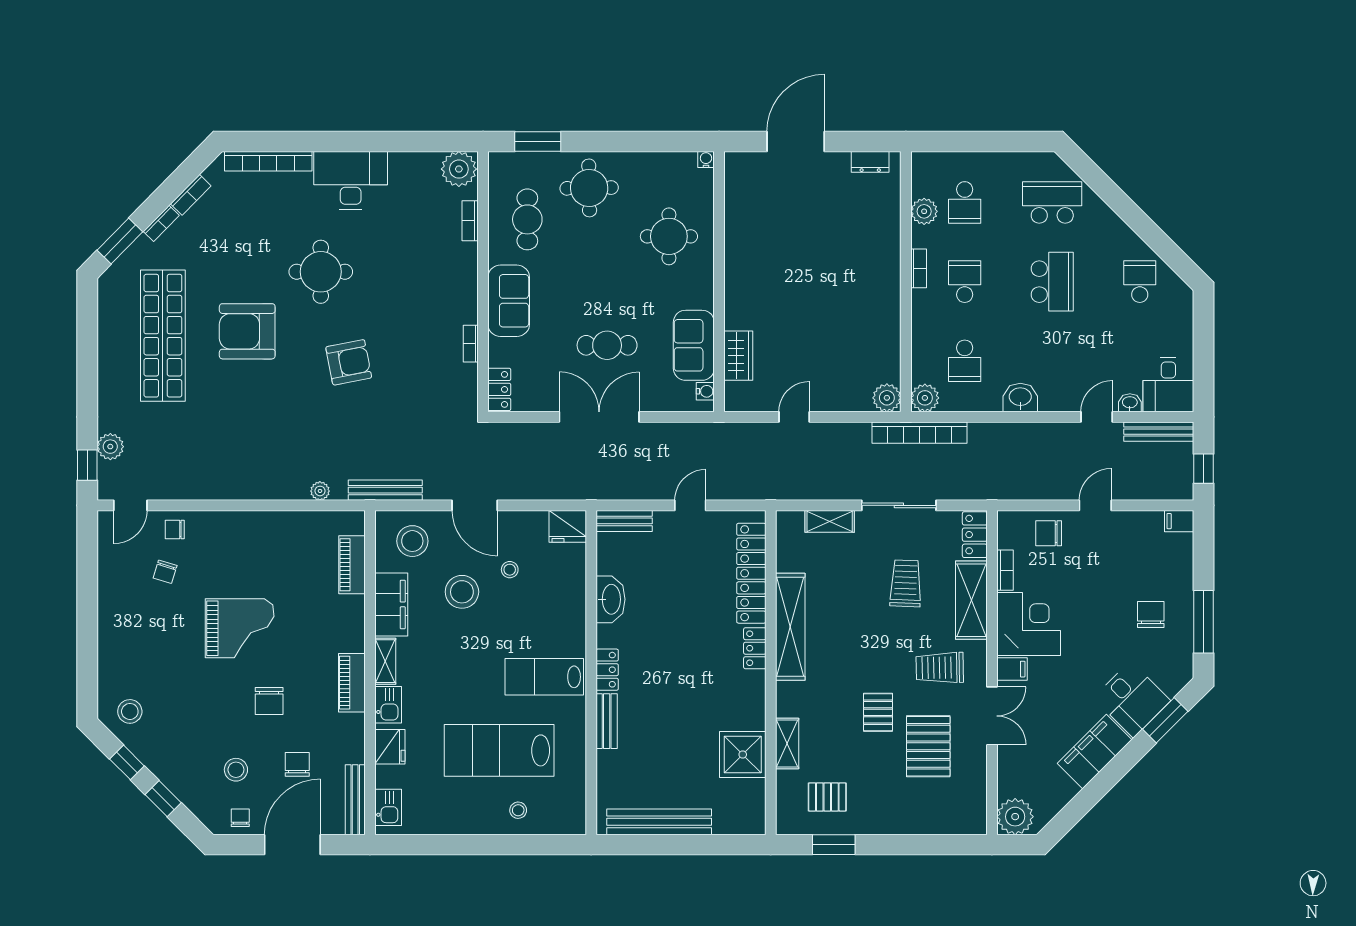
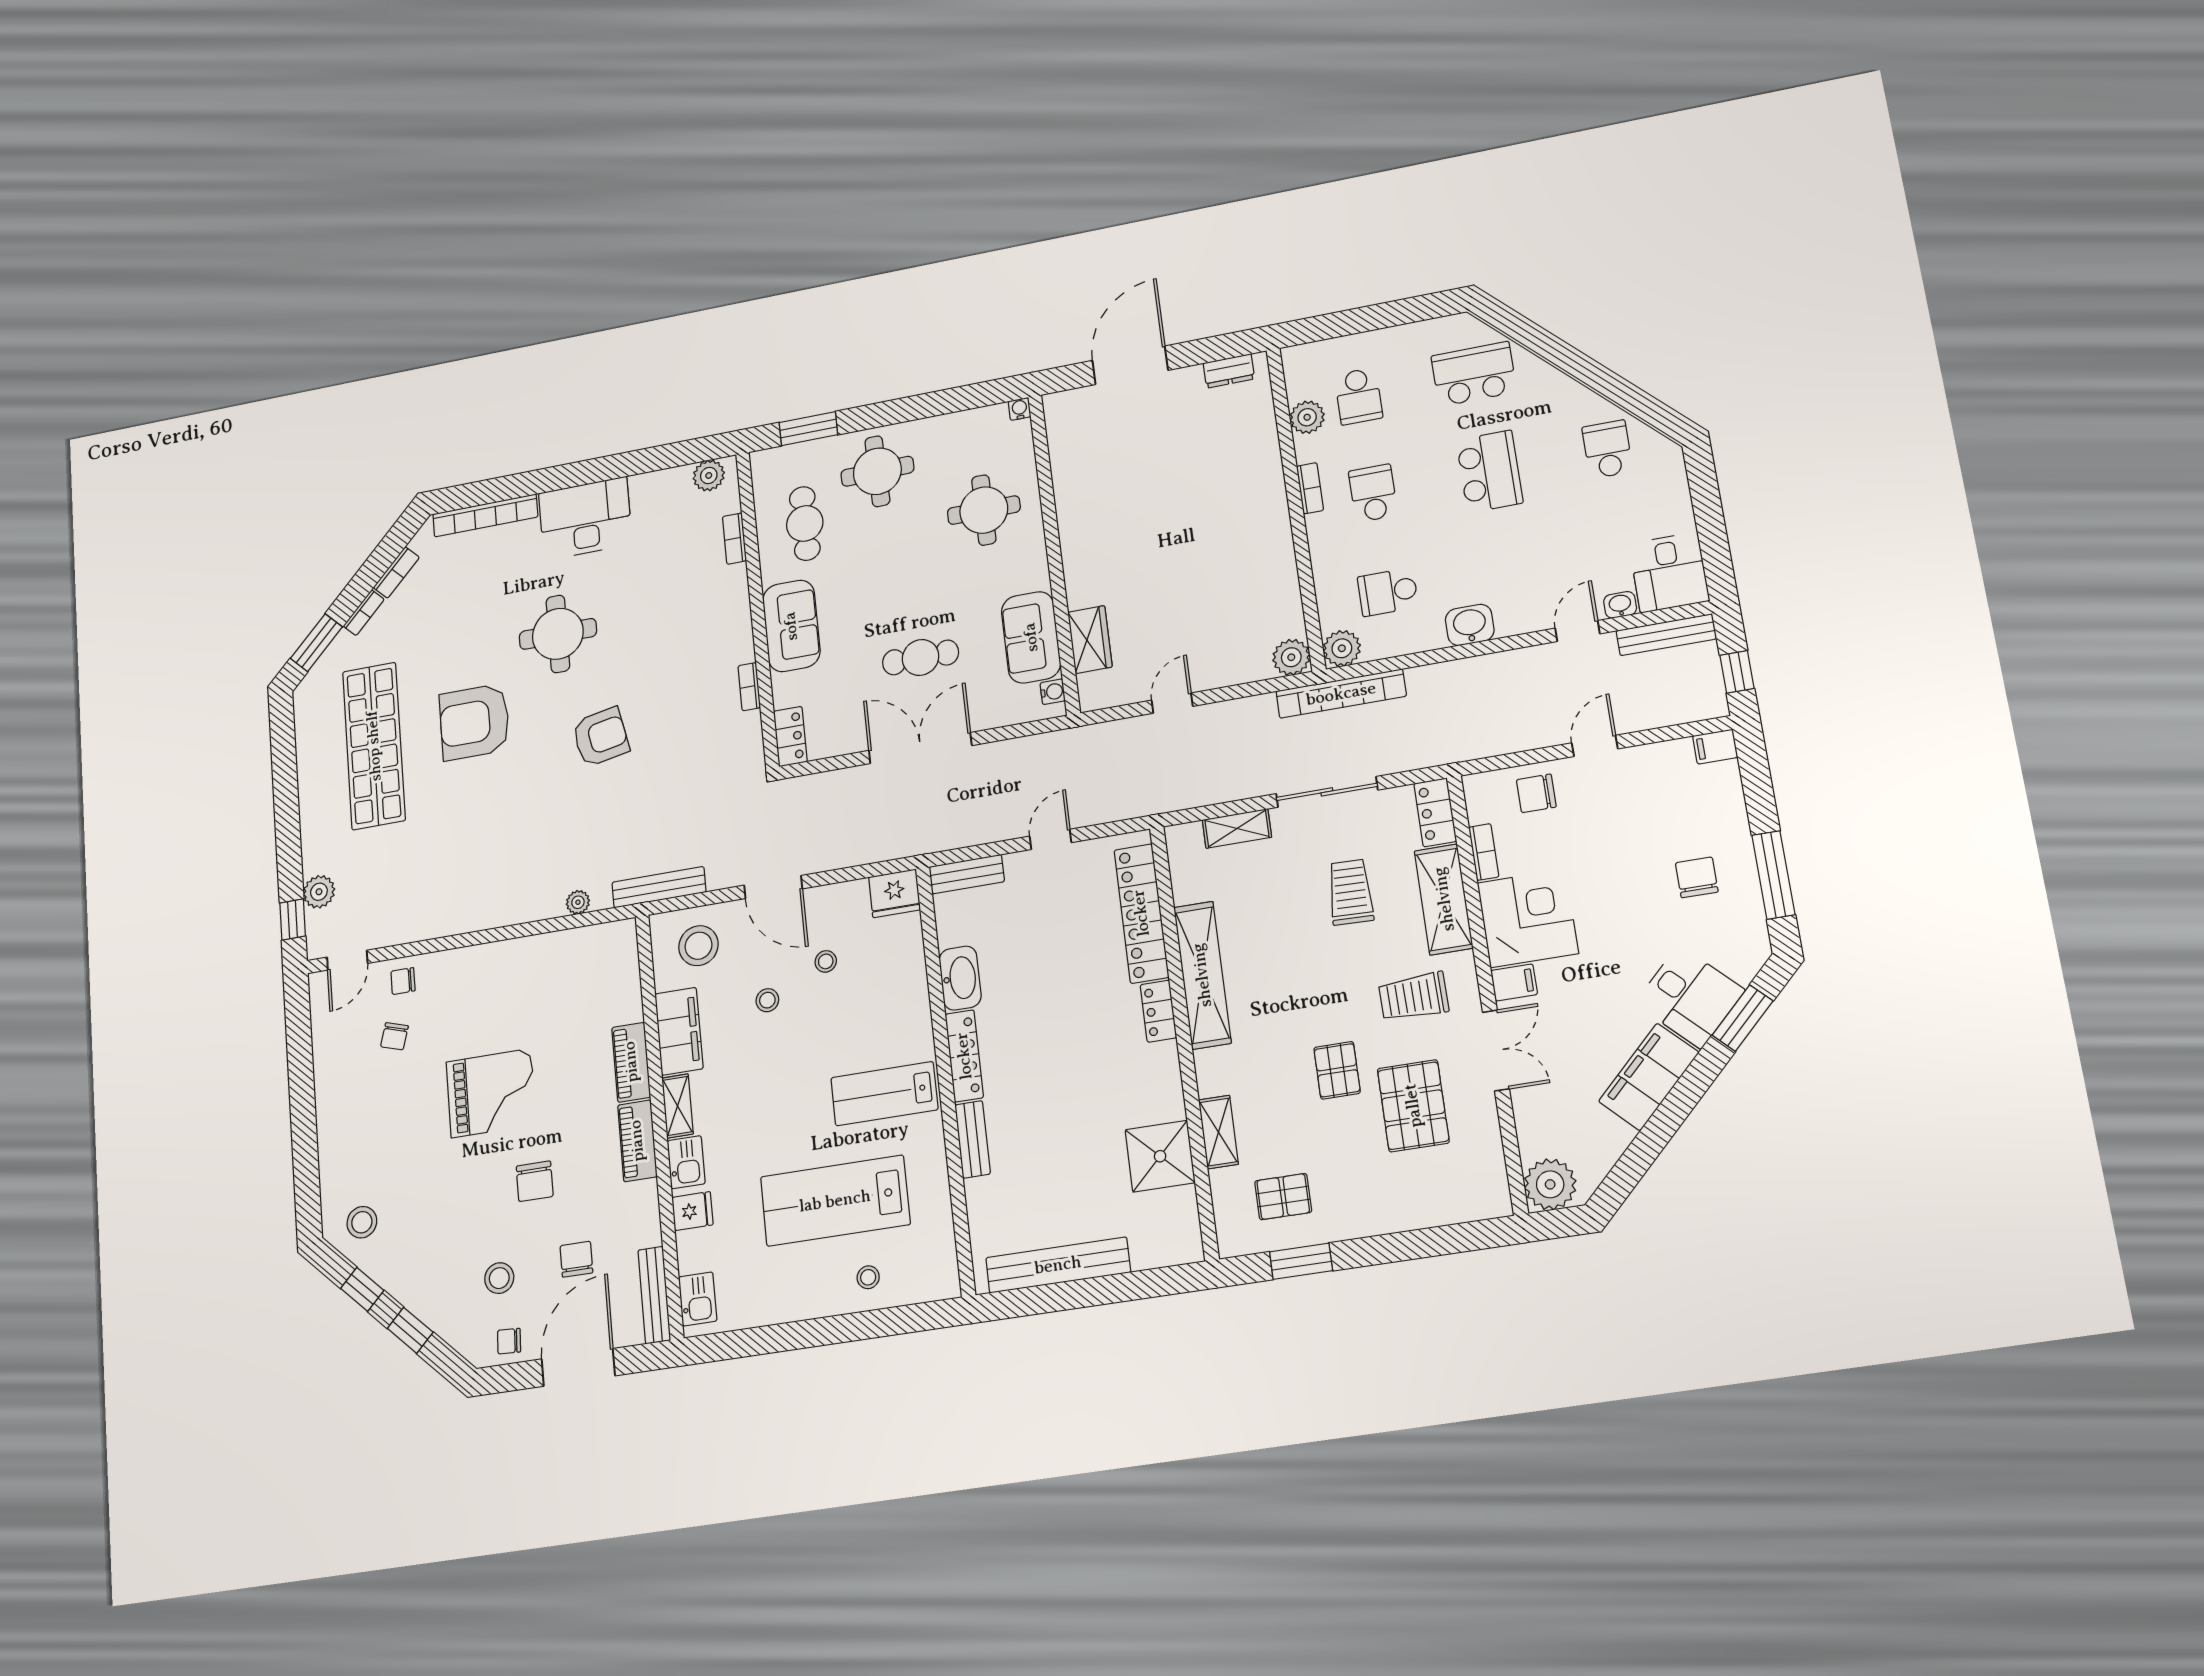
plant: (459, 169) -> (709, 475), width x0.73, depth x0.73
school desk: (965, 361) -> (1388, 592), turned 90
piano: (352, 565) -> (631, 1062), moved
stool: (462, 592) -> (767, 1000), width x0.53, depth x0.53
locker: (607, 670) -> (964, 1056), width x1.53
fridge: (390, 747) -> (692, 1211), width x0.72
chair: (240, 818) -> (509, 1341), turned -87

